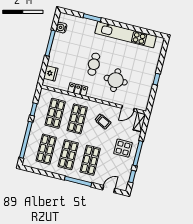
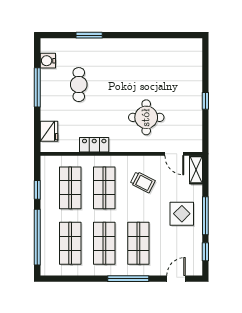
kitchen unit: (126, 35) -> (144, 47), removed
cafe table: (94, 64) -> (79, 85), moved
door: (128, 108) -> (174, 154), hinge flipped

